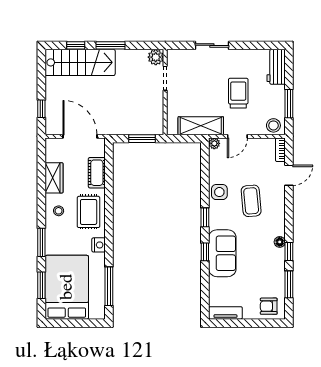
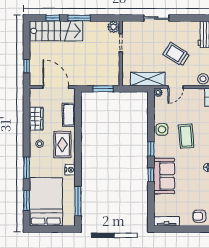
trolley: (238, 93) -> (176, 54), turned -58

